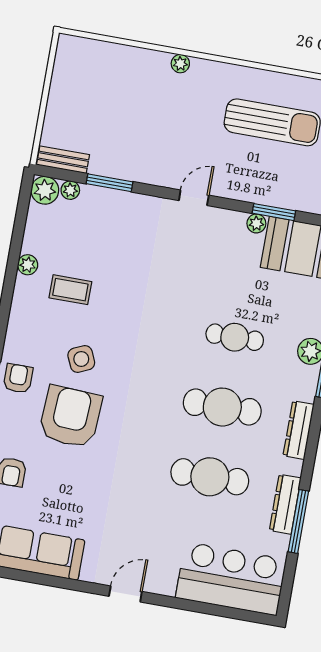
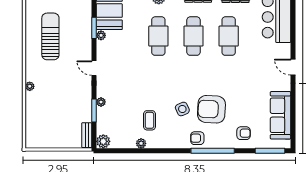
plant: (70, 190) -> (101, 102), moved
cafe table: (235, 337) -> (158, 36), width x1.37, depth x1.35

